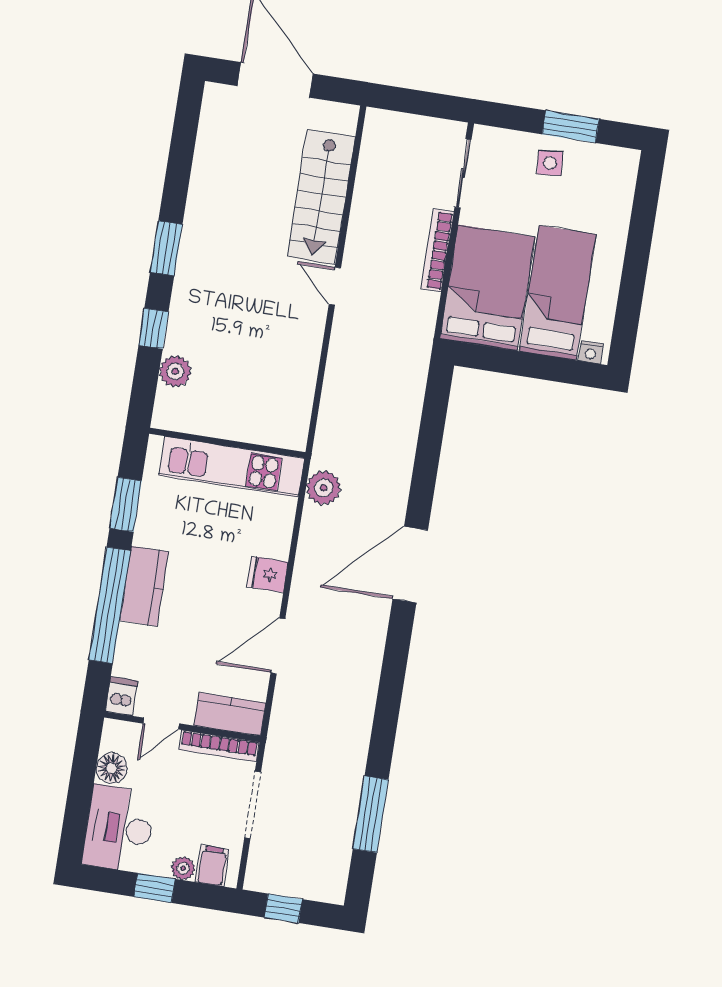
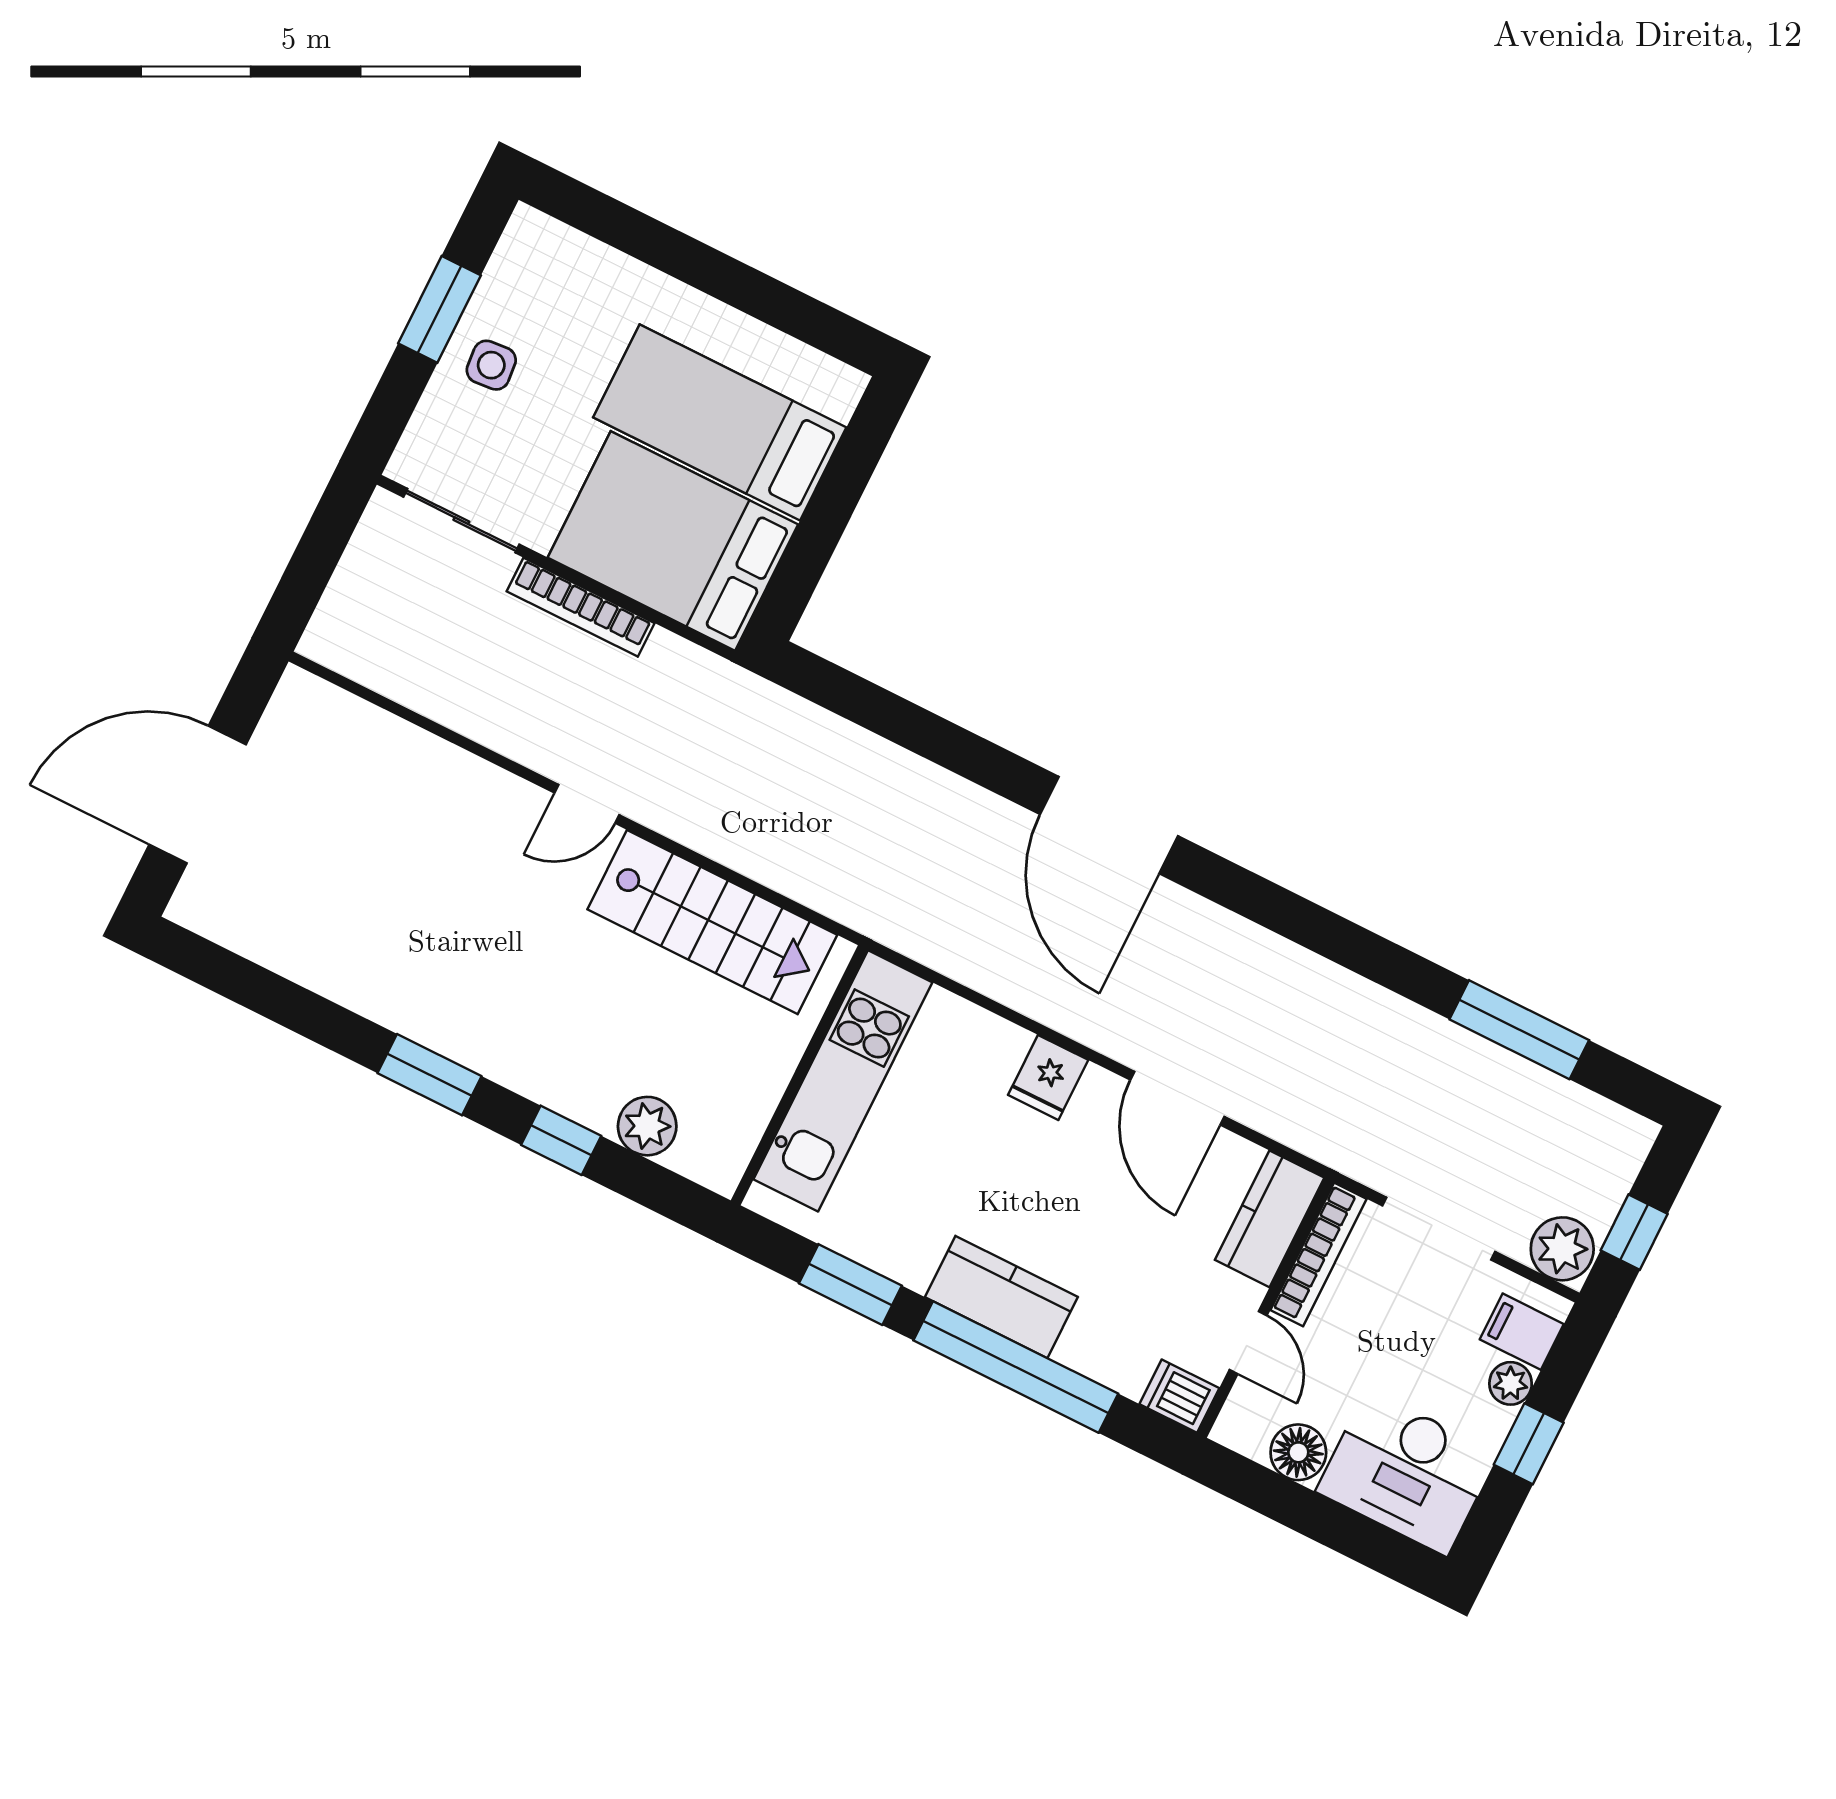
stairs: (321, 197) -> (712, 922), moved
nightstand: (591, 352) -> (841, 398), removed
plant: (324, 488) -> (1562, 1249), moved

